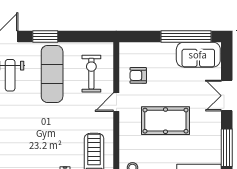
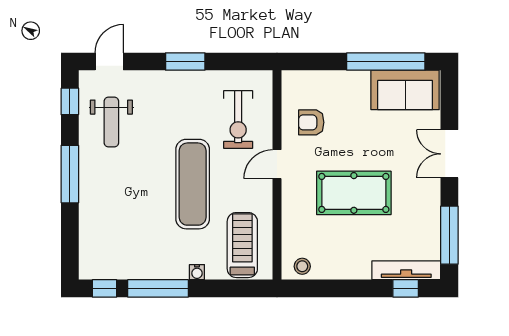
window: (45, 36) -> (185, 61), moved
exercise mat: (52, 74) -> (193, 184), moved
exercise bike: (91, 74) -> (238, 120), turned 180

